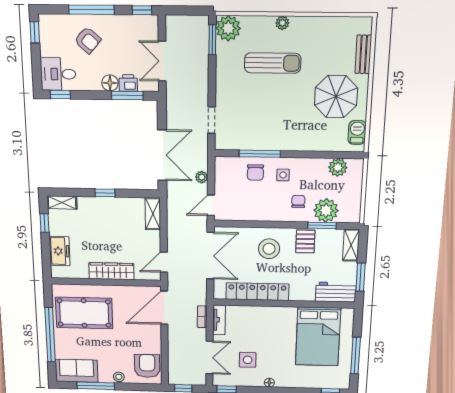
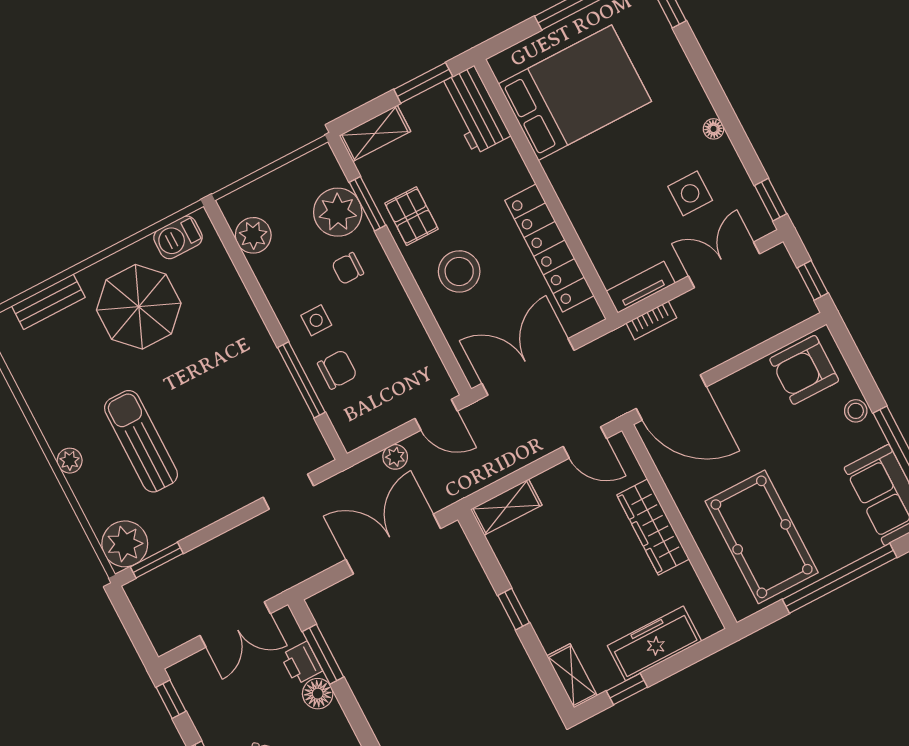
pallet: (305, 241) -> (412, 216), turned 90
freezer: (60, 251) -> (654, 643), width x1.40

